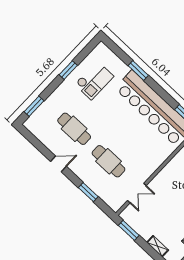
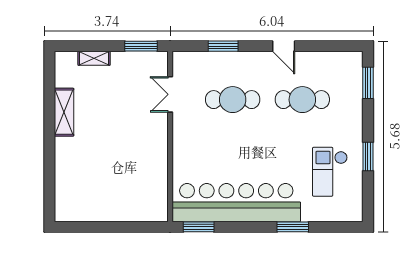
door: (58, 164) -> (284, 46), hinge flipped

